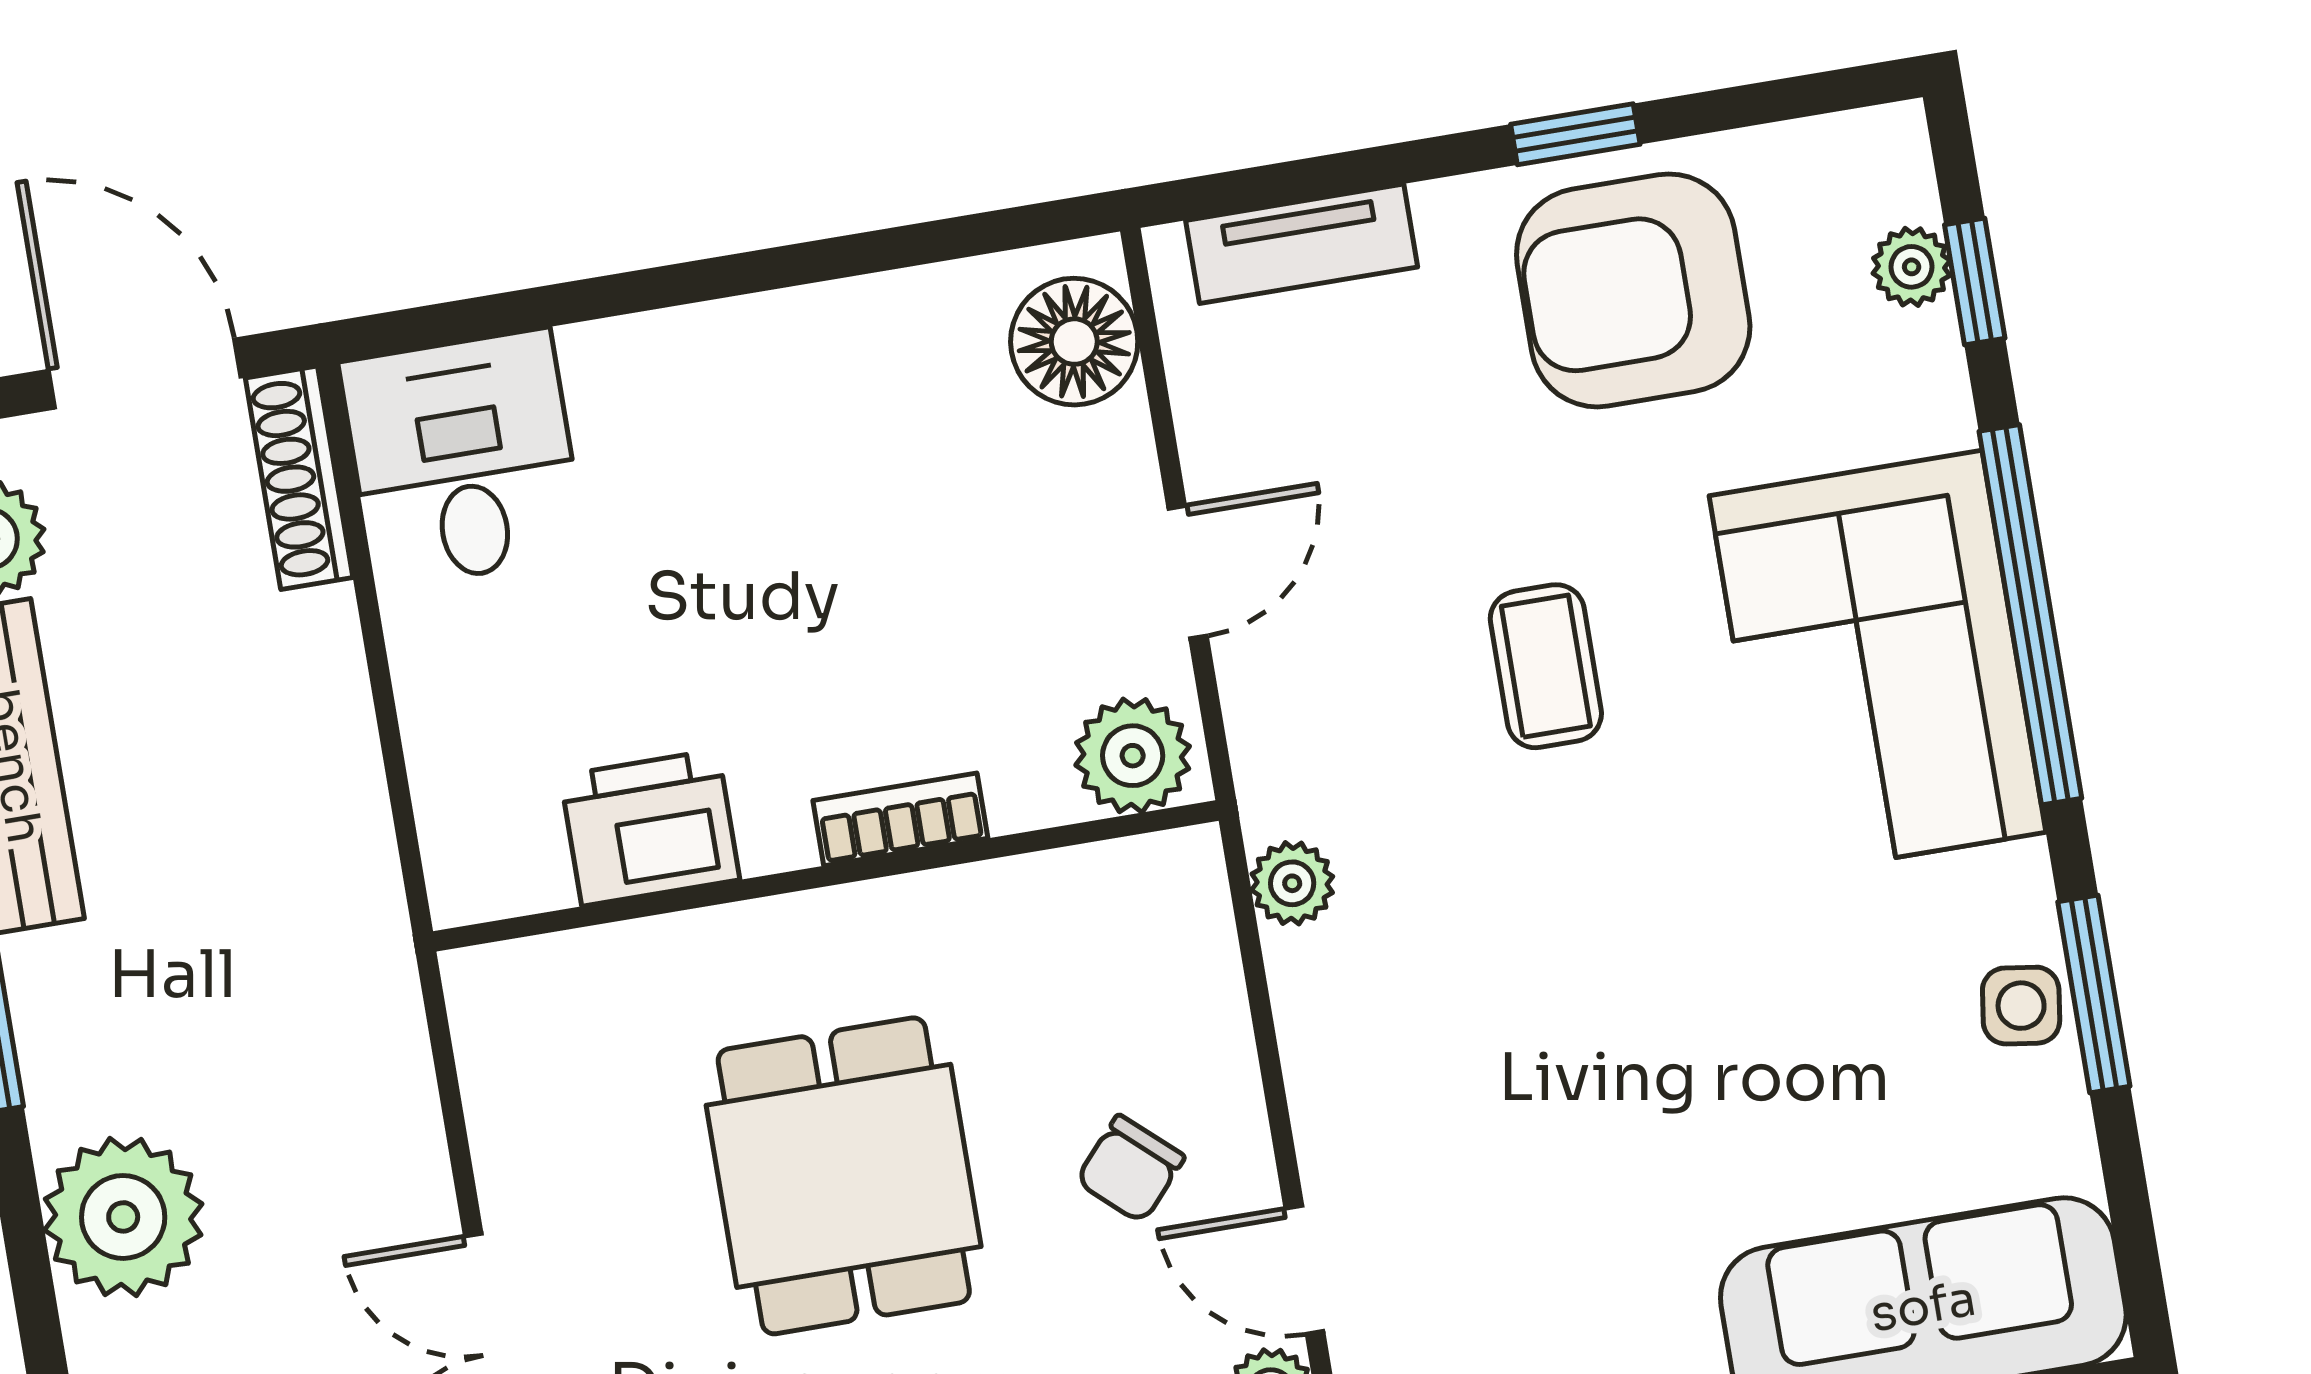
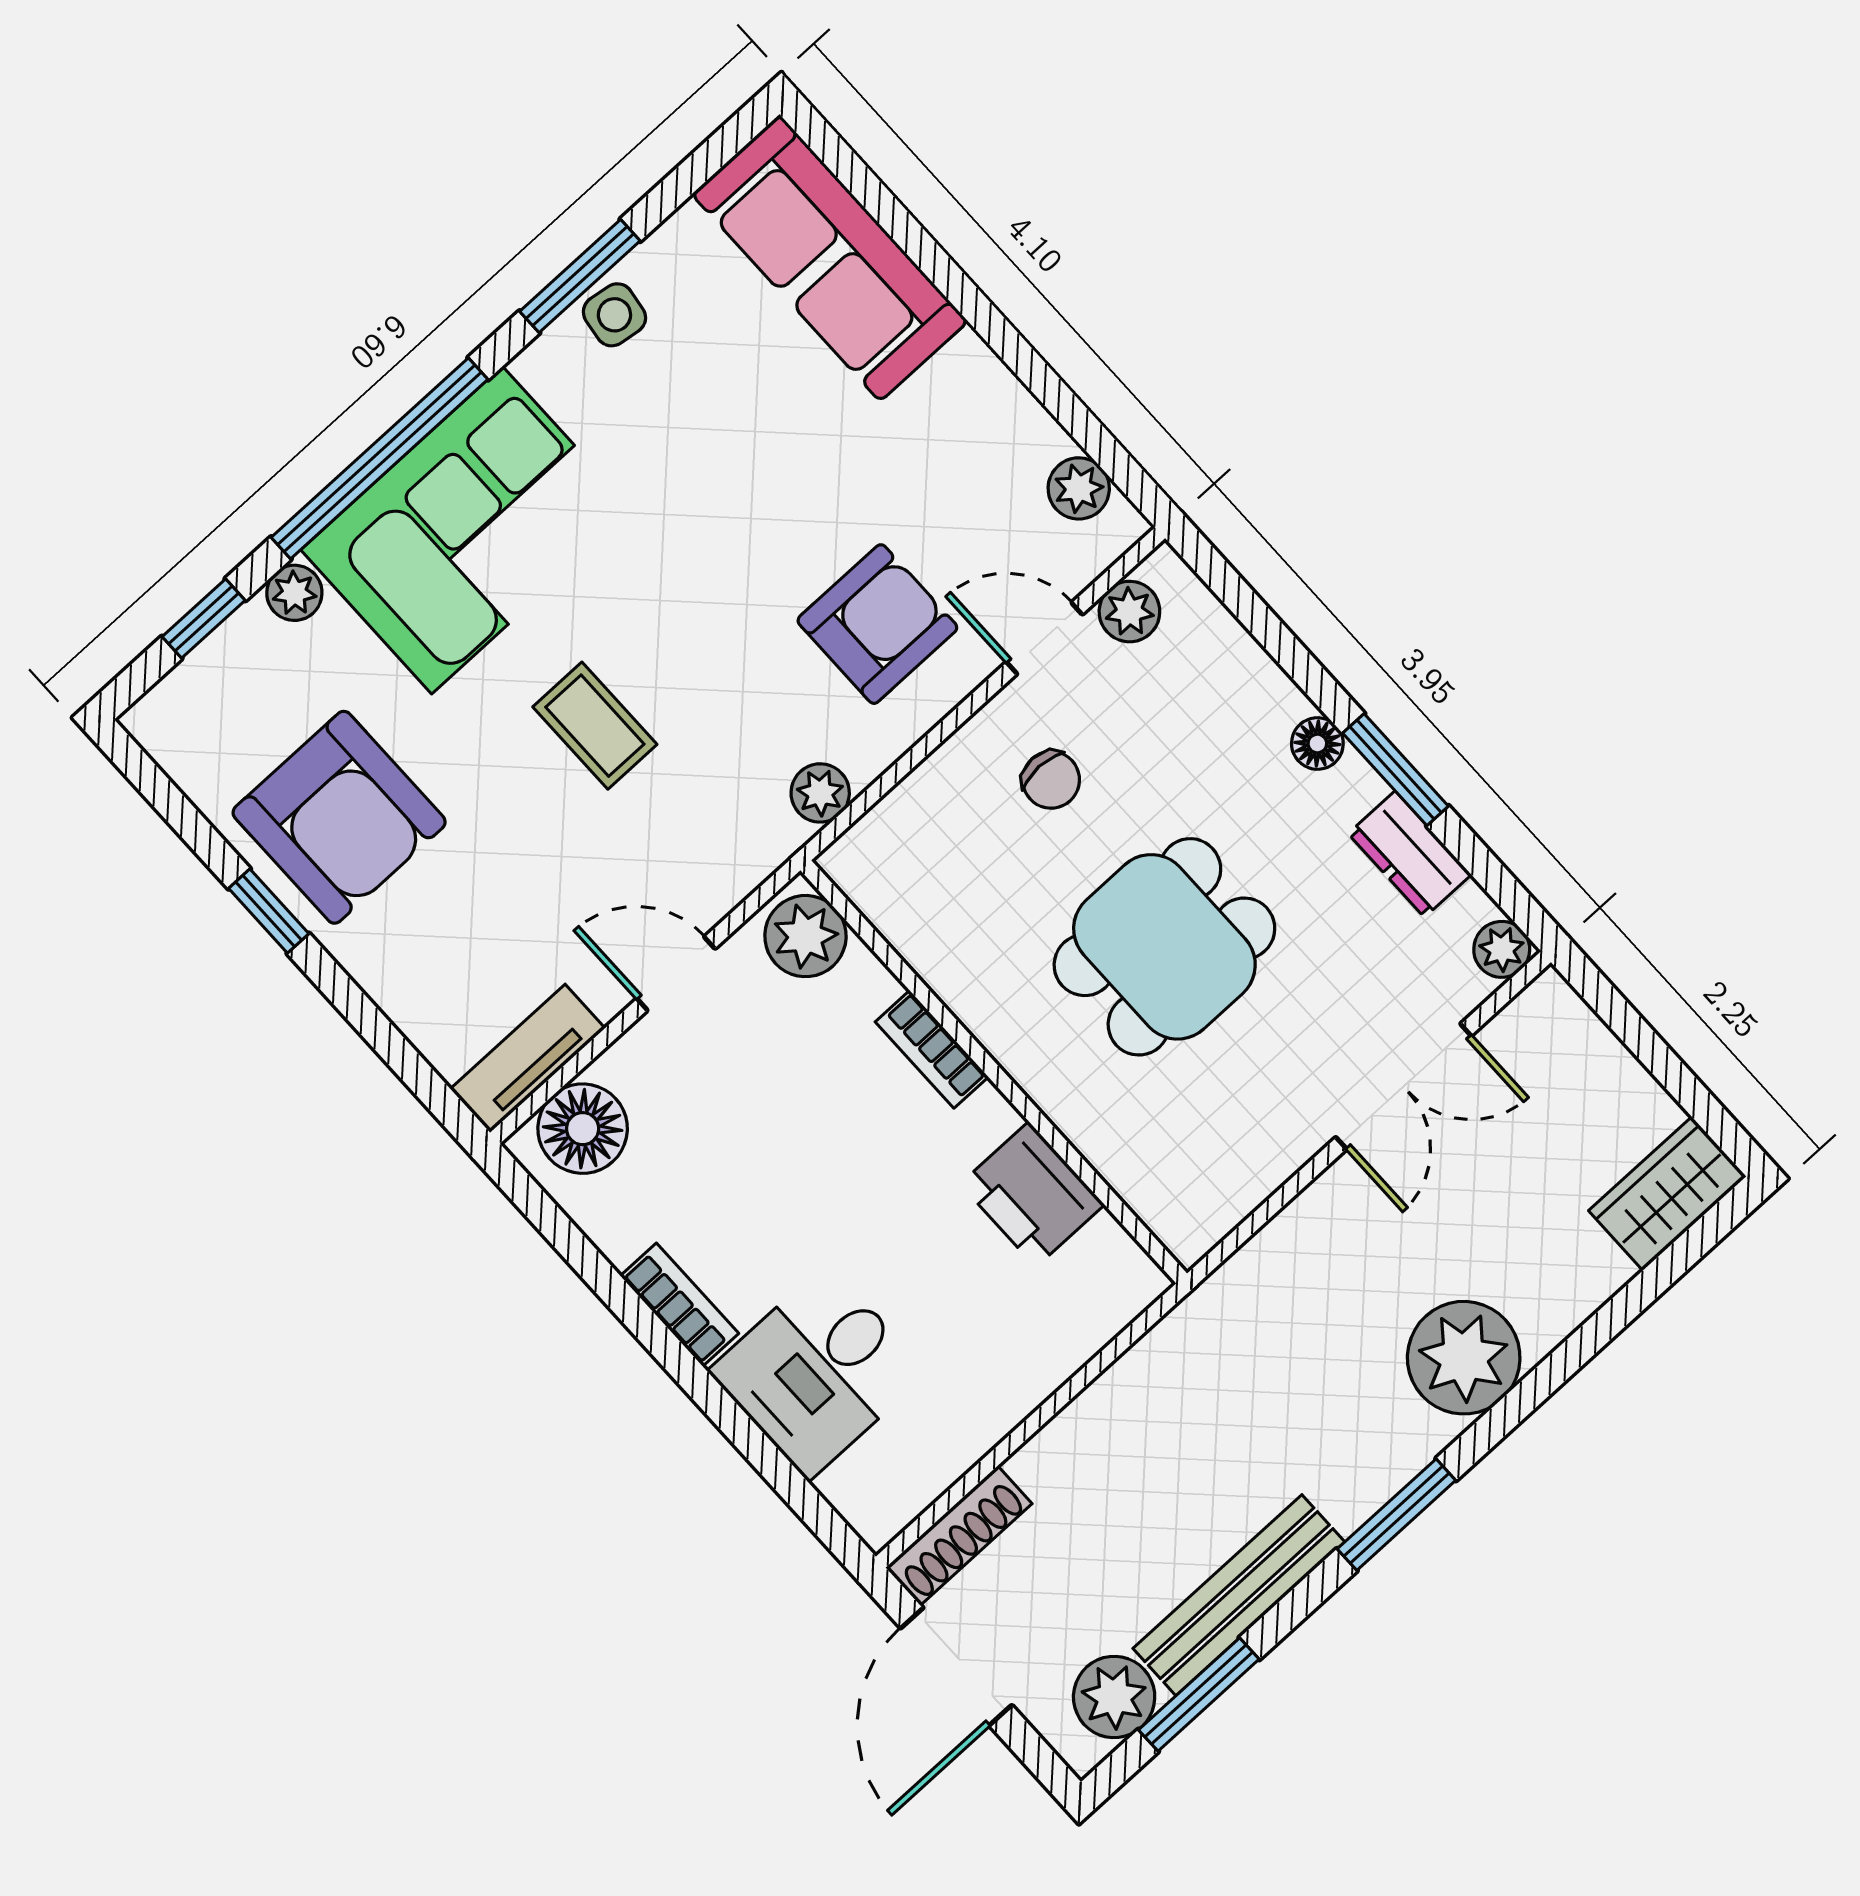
tv unit: (1302, 244) -> (528, 1058), moved, turned -90
plant: (1912, 267) -> (294, 593), moved
bookcase: (790, 322) -> (680, 1305), added
desk: (463, 459) -> (818, 1372), moved
coffee table: (1546, 666) -> (595, 726), turned 90
armchair: (1450, 1082) -> (877, 624), added
chair: (1130, 1169) -> (1051, 780), turned 48
door: (1304, 1270) -> (1044, 638), swing flipped

